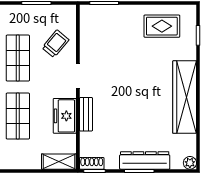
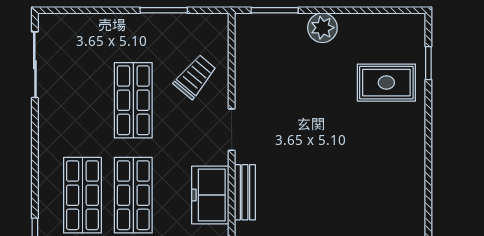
plant: (133, 14) -> (322, 28), added
rug: (162, 26) -> (386, 83), moved
wardrobe: (185, 97) -> (406, 164), removed

